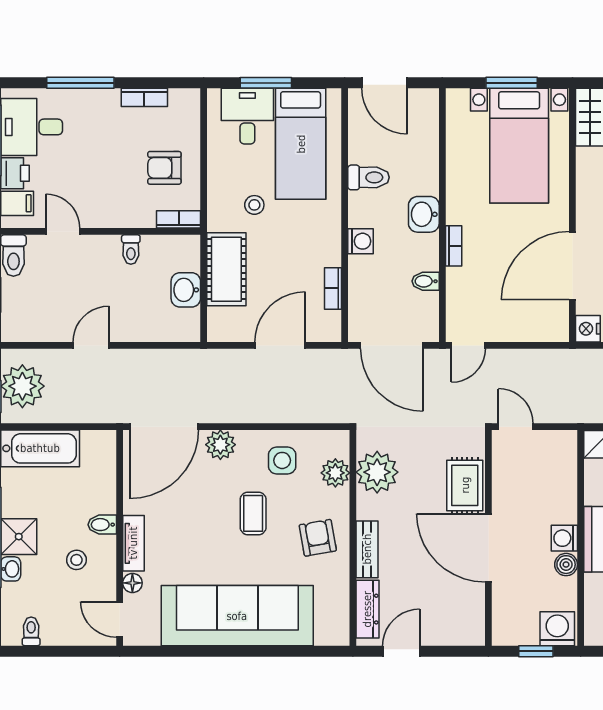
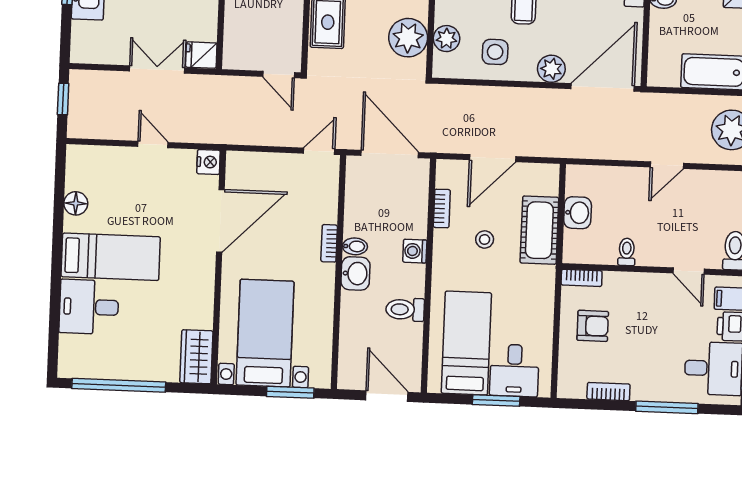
window: (512, 83) -> (290, 392), moved
stool: (254, 205) -> (485, 240), moved
bidet: (426, 281) -> (355, 246), moved

